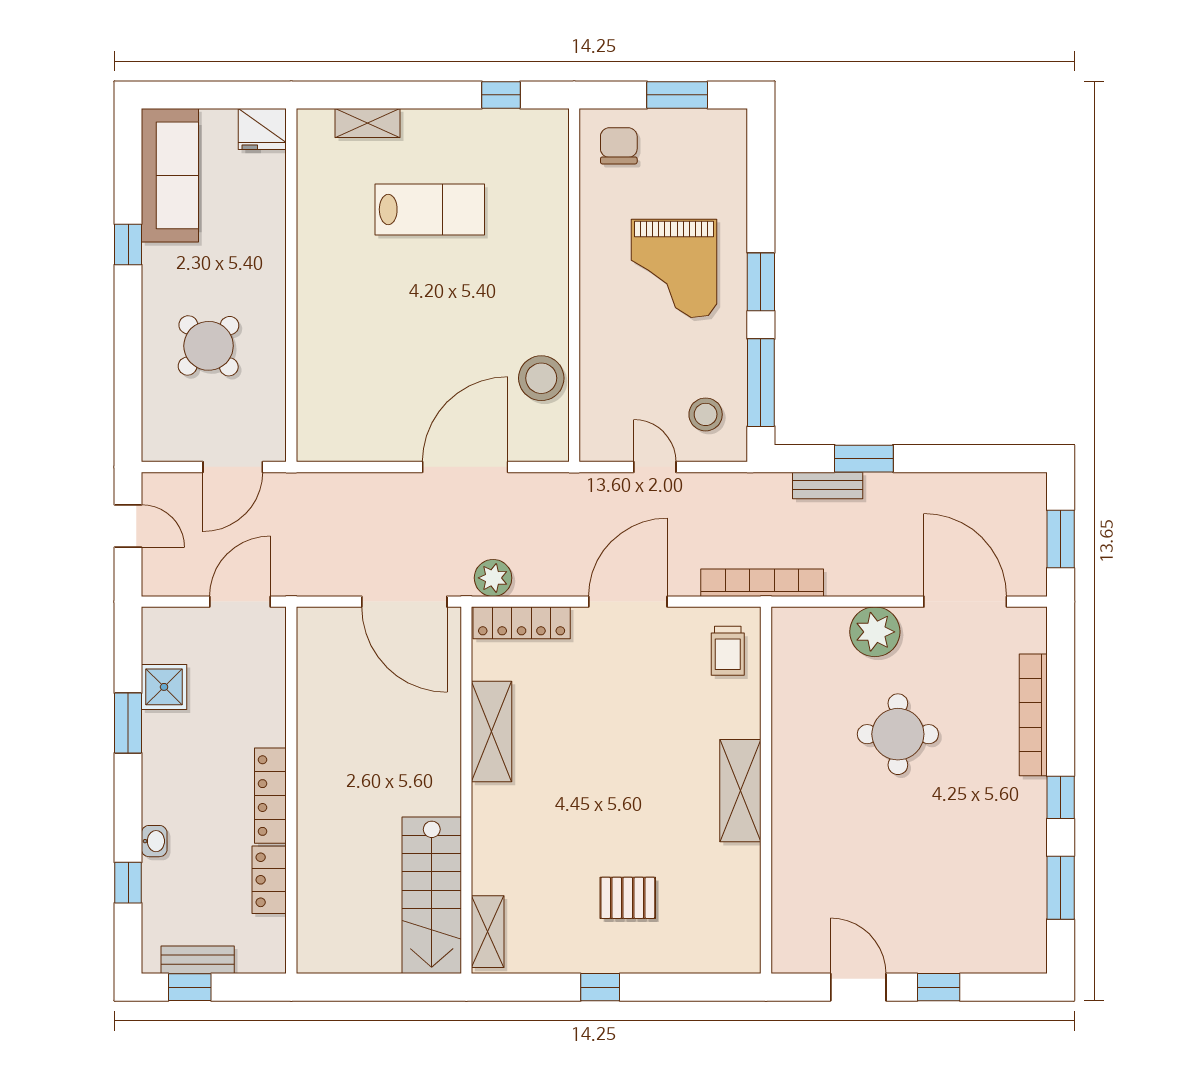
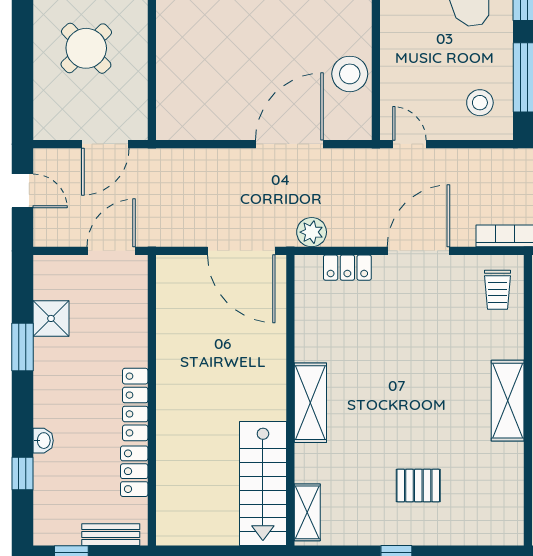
door: (655, 467) -> (409, 144), moved
locker: (522, 623) -> (347, 268), width x0.66
shelving: (492, 731) -> (310, 403), moved
bench: (198, 960) -> (111, 535), moved

